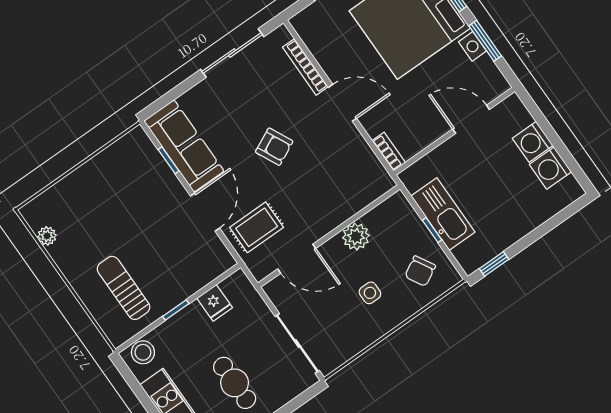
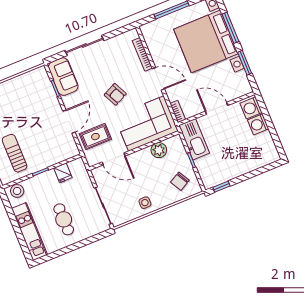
sliding door: (232, 53) -> (84, 46), moved
door: (471, 119) -> (217, 108), moved
sofa: (184, 146) -> (63, 77), width x0.73
washing machine: (550, 168) -> (251, 108), moved
corner sofa: (339, 185) -> (146, 123), added
kitchen sink: (443, 214) -> (194, 139), moved
plant: (356, 237) -> (159, 150), moved
side table: (370, 293) -> (145, 203), moved

